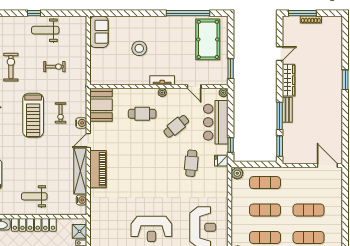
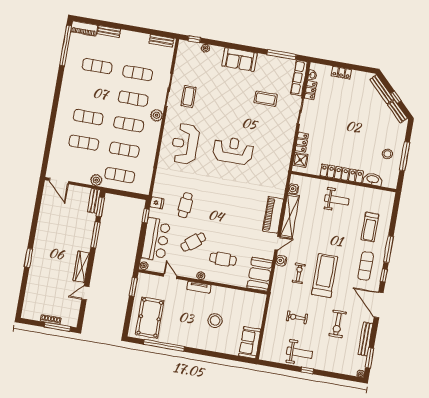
bench: (287, 110) -> (94, 201), moved
plant: (237, 173) -> (96, 180), moved

